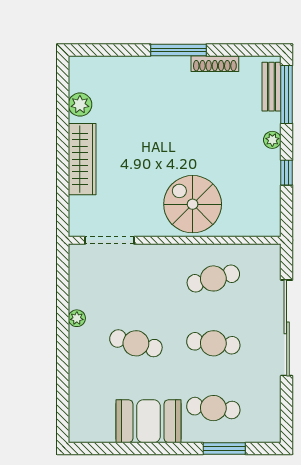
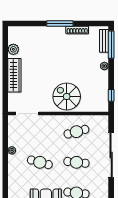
window: (287, 173) -> (111, 95), moved

